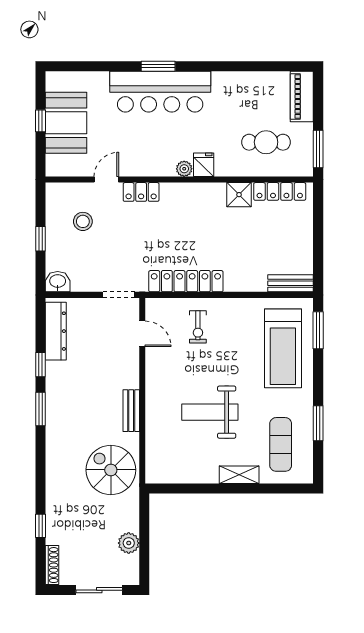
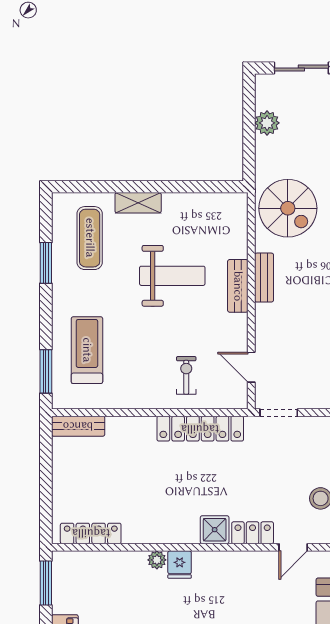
cafe table: (266, 142) -> (107, 591), removed
plant: (184, 169) -> (157, 560), moved
shower: (239, 195) -> (215, 530), moved
treadmill: (283, 348) -> (87, 350), width x0.73, depth x0.73
bench: (154, 403) -> (238, 286), added

